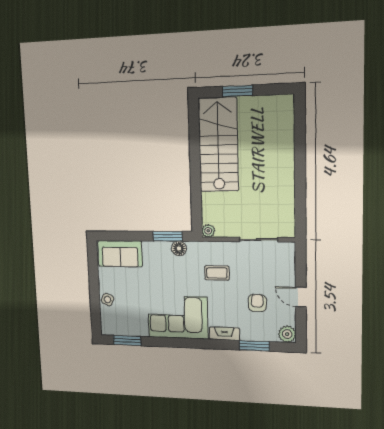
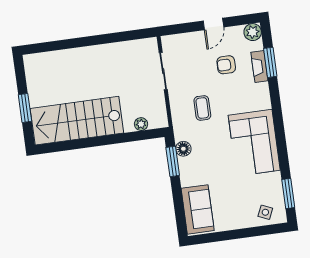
plant: (208, 231) -> (141, 124), moved
side table: (108, 300) -> (265, 212), moved
fireplace: (224, 334) -> (259, 67), moved

